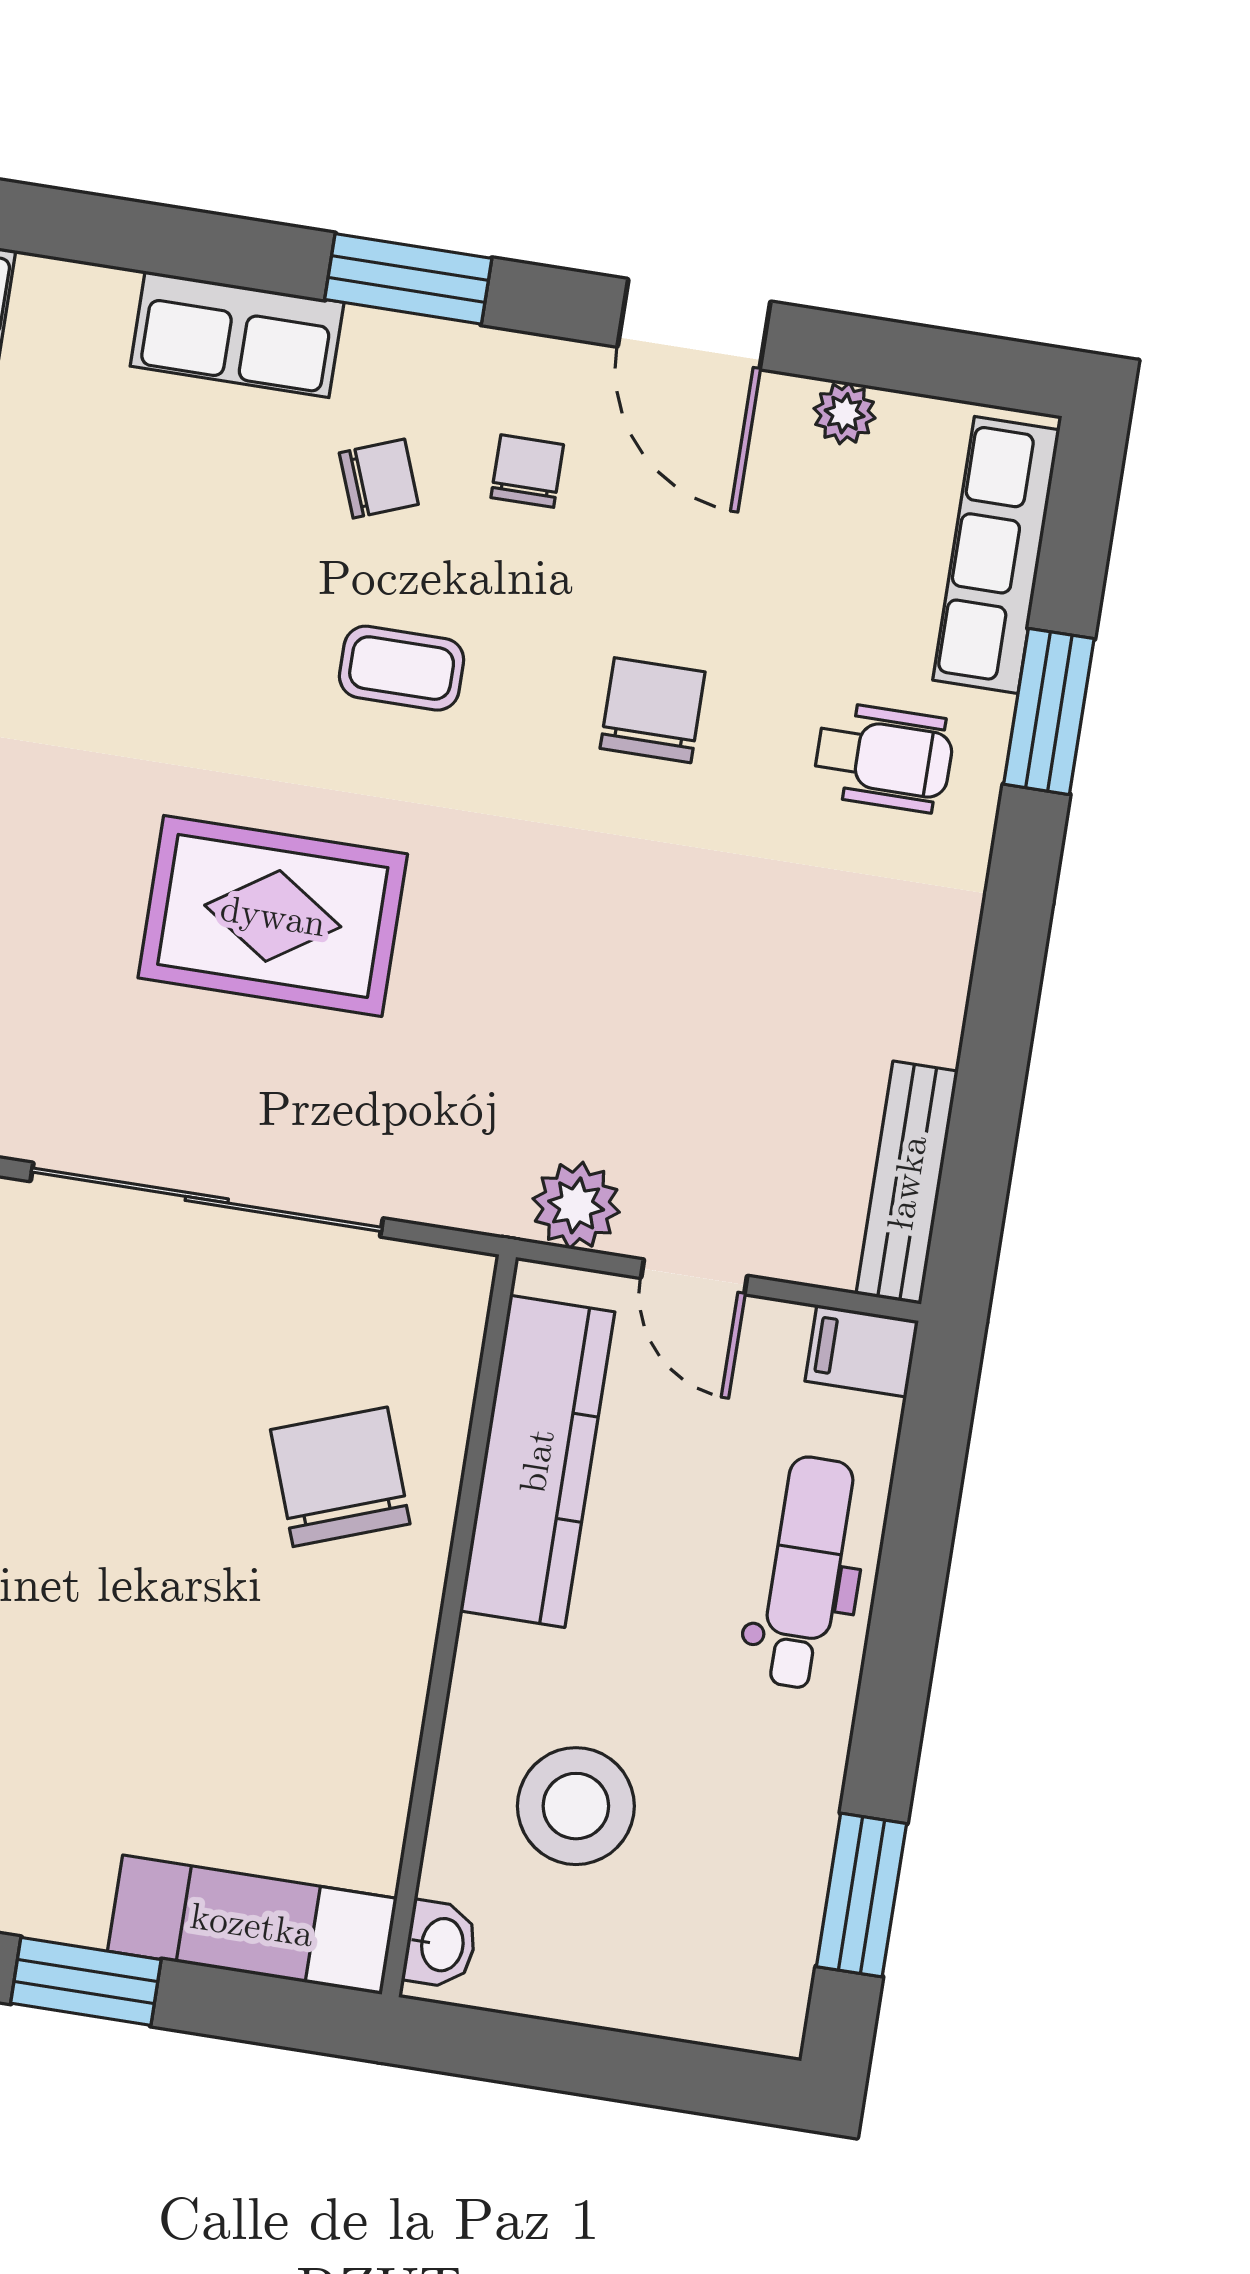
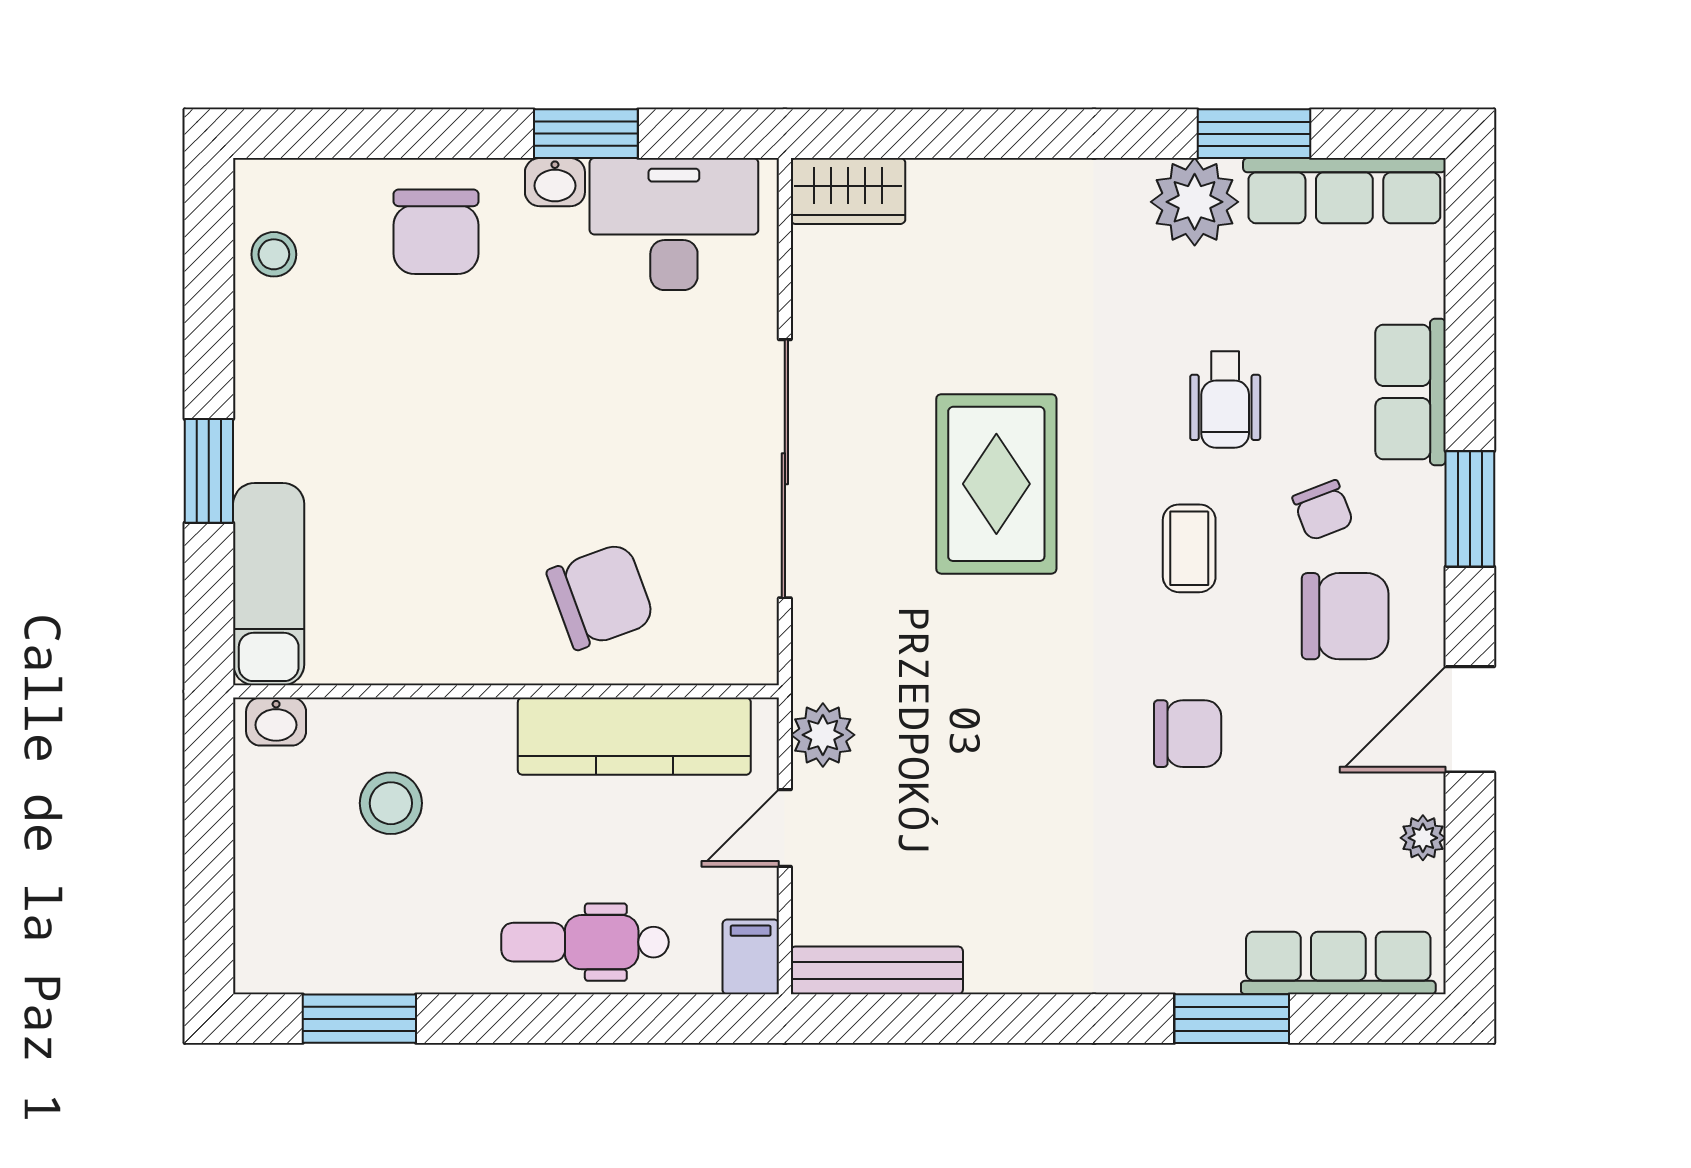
chair: (527, 471) -> (1345, 616), width x1.87, depth x1.87
wheelchair: (884, 757) -> (1225, 400), moved
dental chair: (806, 1573) -> (585, 942), turned 180
stool: (576, 1806) -> (391, 803), width x0.73, depth x0.73

